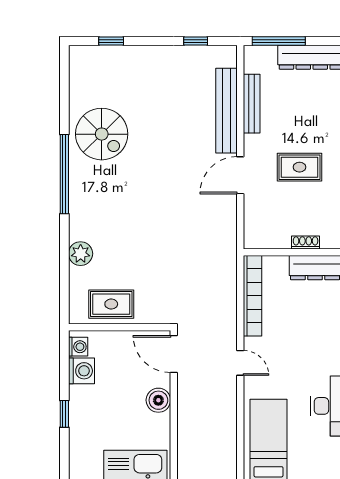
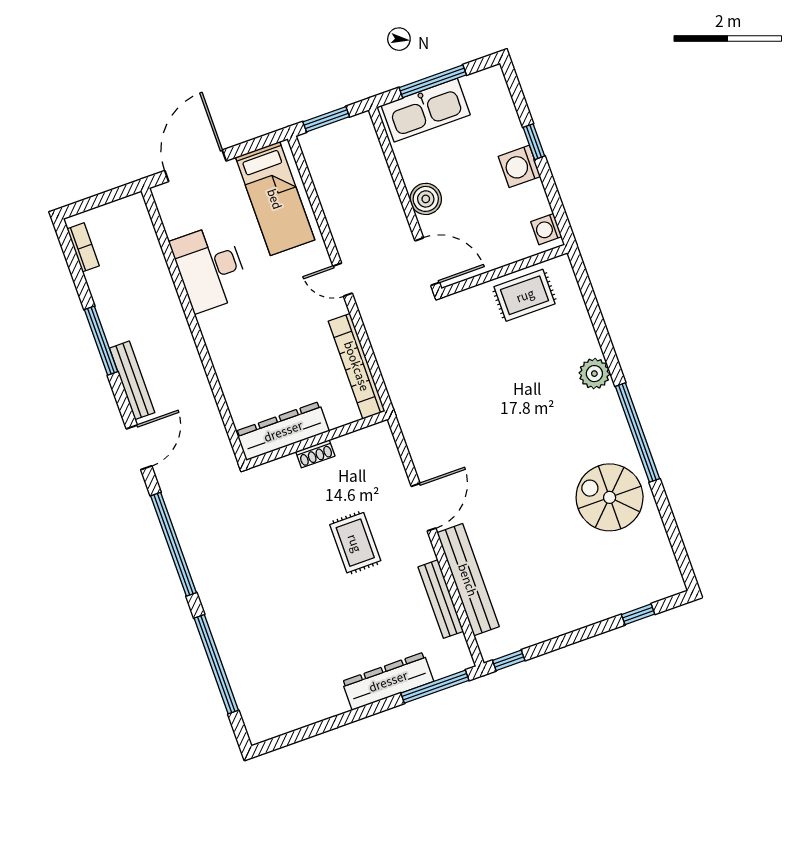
window: (196, 41) -> (509, 660), moved
rug: (299, 167) -> (355, 543), turned 90
plant: (81, 254) -> (594, 374), moved
washing machine: (81, 371) -> (519, 166), moved

